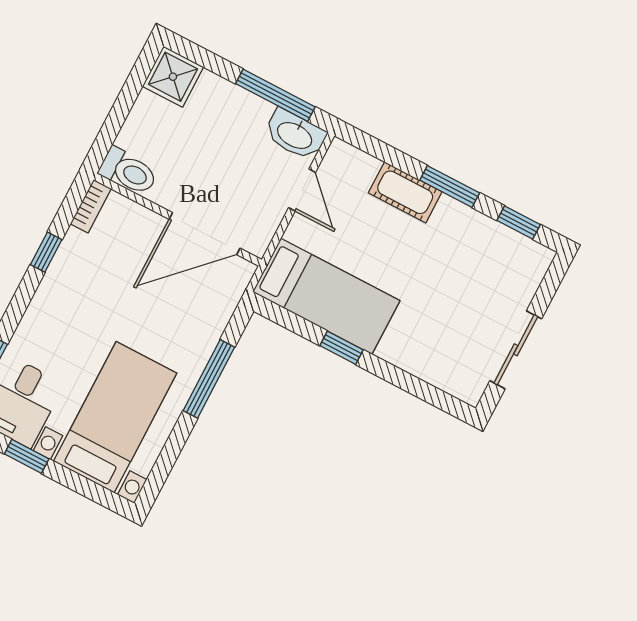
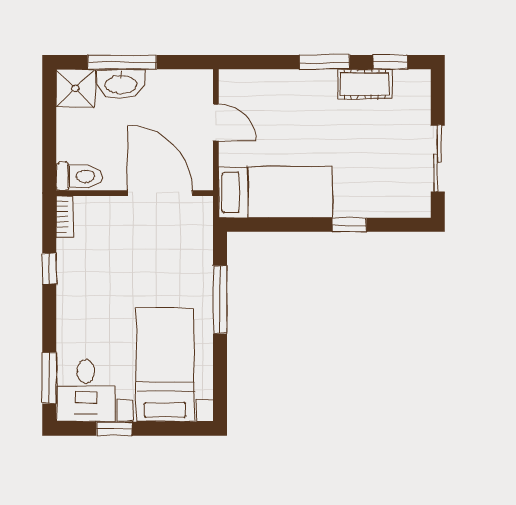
window: (275, 95) -> (122, 62), moved
washbasin: (295, 135) -> (121, 84), moved
cot: (405, 192) -> (365, 84), moved
door: (205, 234) -> (160, 193), swing flipped
window: (342, 348) -> (349, 225), moved

